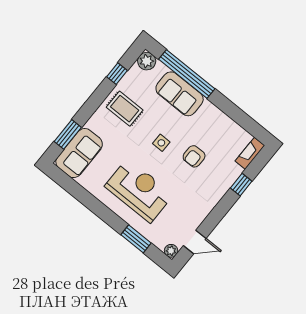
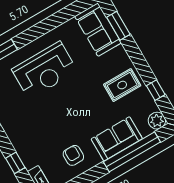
side table: (161, 143) -> (79, 106), removed
armchair: (194, 156) -> (73, 155), moved

